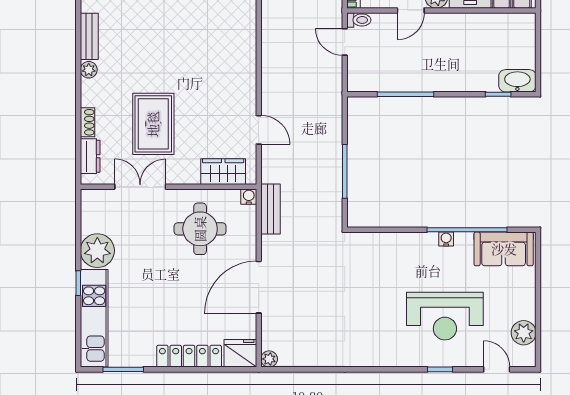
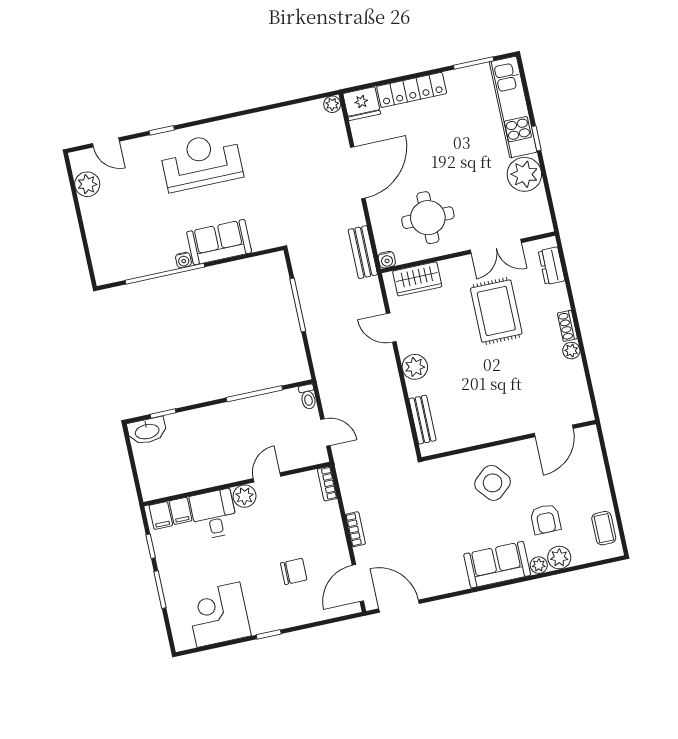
toilet: (359, 20) -> (308, 397), moved, turned -90
bench: (89, 36) -> (422, 420), moved
plant: (244, 87) -> (415, 367), added
shoe rack: (87, 122) -> (567, 326), moved
sofa: (504, 249) -> (219, 242), moved
reception desk: (445, 316) -> (201, 162), moved

